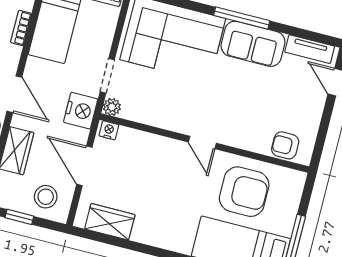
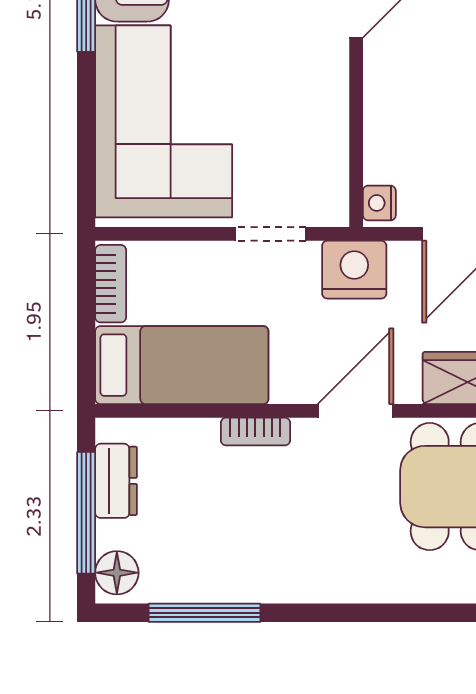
bookcase: (21, 28) -> (255, 432), moved
plant: (112, 107) -> (331, 209), removed

